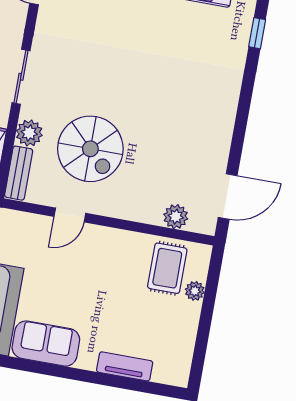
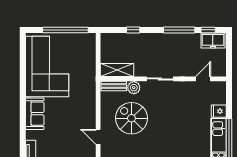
spiral stairs: (90, 149) -> (131, 118), turned 90
door: (70, 215) -> (98, 137), moved

